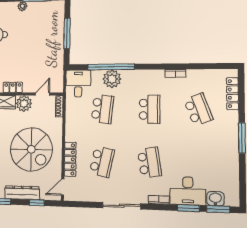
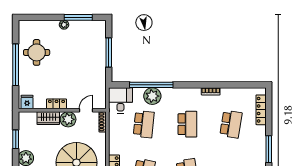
school desk: (198, 110) -> (231, 124), turned 30

